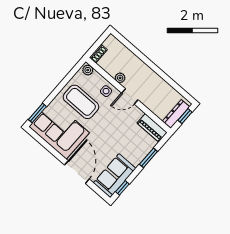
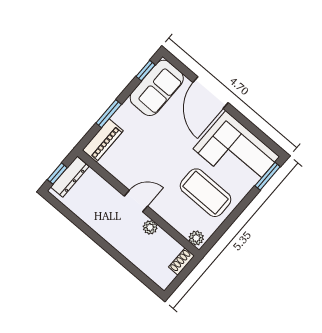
side table: (106, 91) -> (170, 208), removed
piano: (152, 128) -> (103, 140), moved, turned 90

